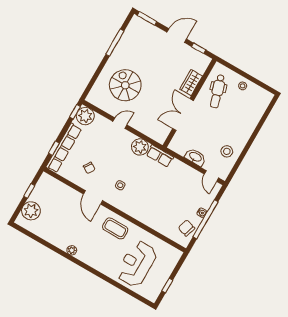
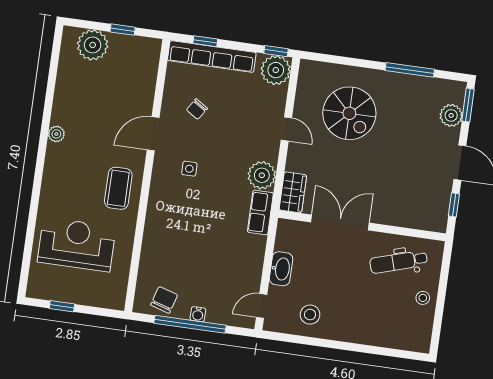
plant: (149, 30) -> (451, 115), added
wardrobe: (191, 83) -> (293, 192), moved, turned 90
spiral stairs: (125, 85) -> (349, 113), turned 90

